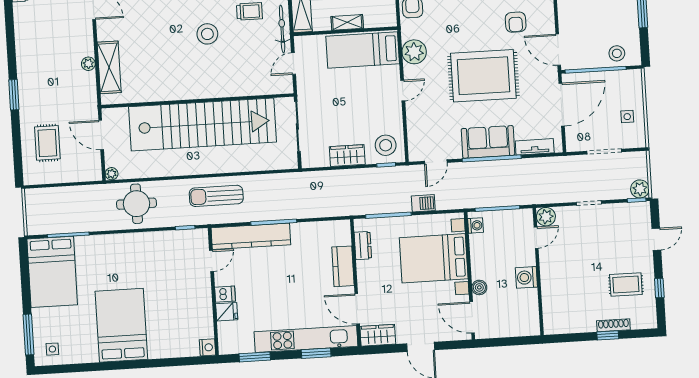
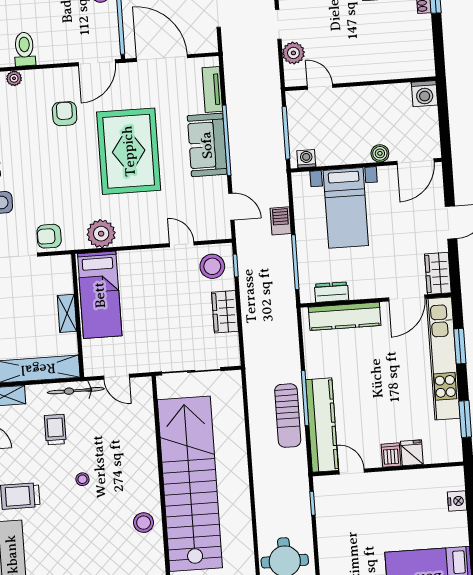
armchair: (516, 22) -> (65, 114), turned -90
stool: (207, 34) -> (82, 479), width x0.53, depth x0.53
stool: (170, 85) -> (144, 523), added
door: (403, 91) -> (182, 244), moved
sun lounger: (216, 196) -> (288, 416), moved
plant: (546, 217) -> (293, 53), moved
bed with nightstands: (434, 258) -> (346, 208), width x0.73
kitchen counter: (343, 266) -> (345, 316), width x1.50
washing machine: (526, 277) -> (424, 94), moved
nightstand: (207, 347) -> (457, 501), moved, turned 90

